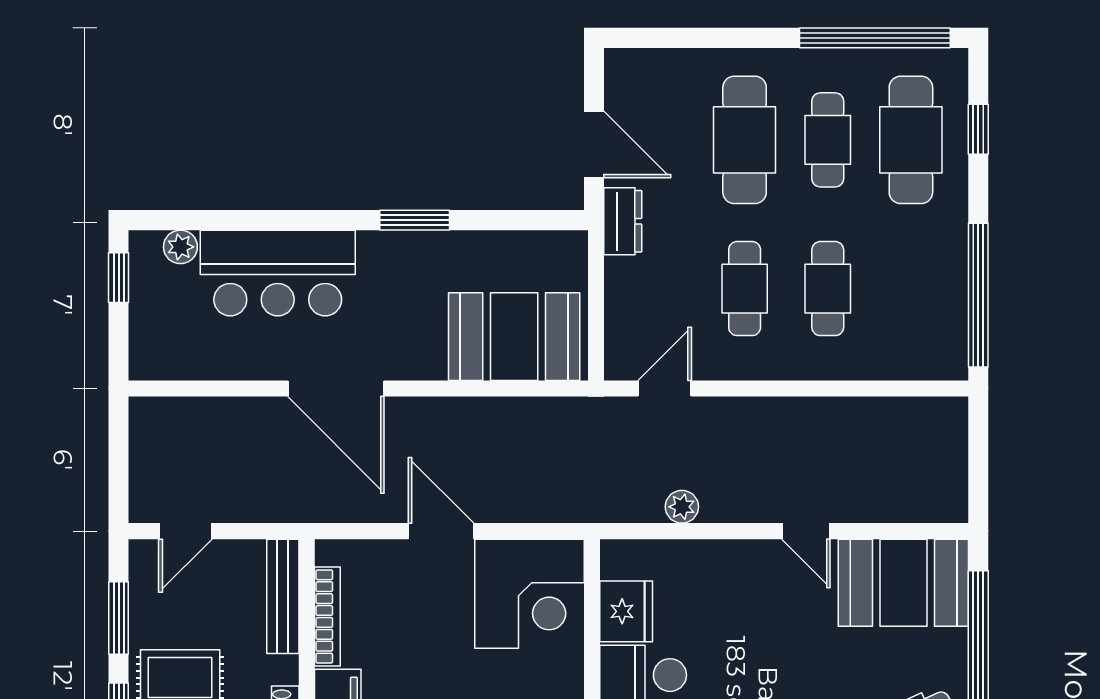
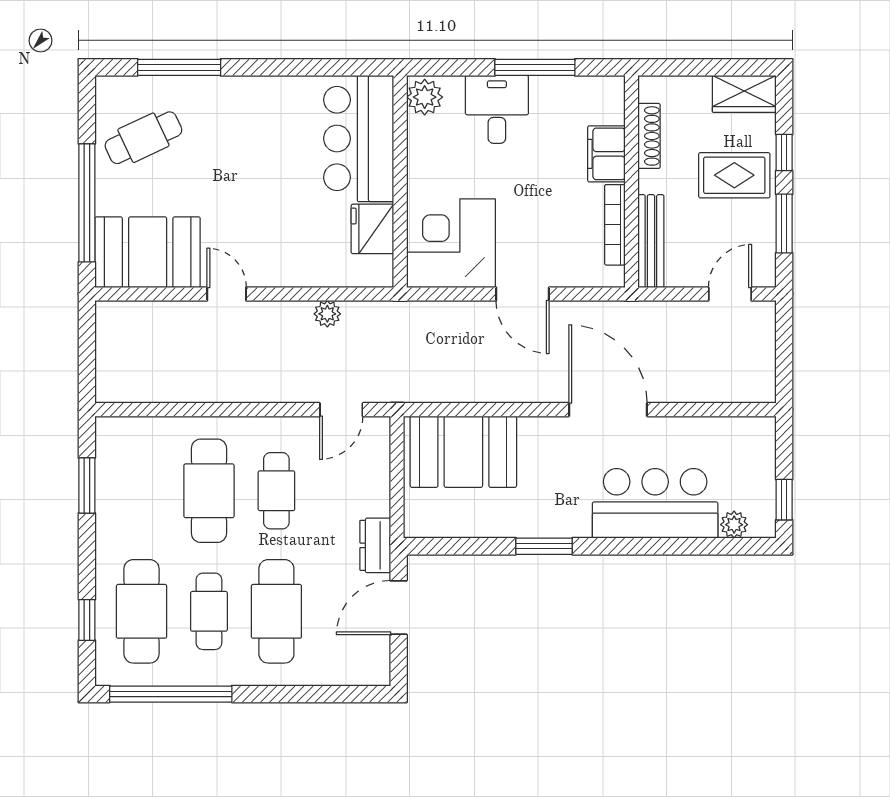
door: (594, 145) -> (399, 608), hinge flipped
cafe table: (828, 289) -> (209, 491), width x1.37, depth x1.35
window: (978, 295) -> (87, 485), width x0.47

